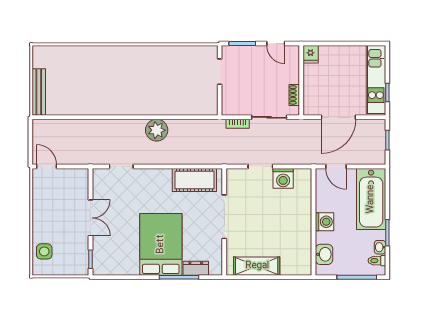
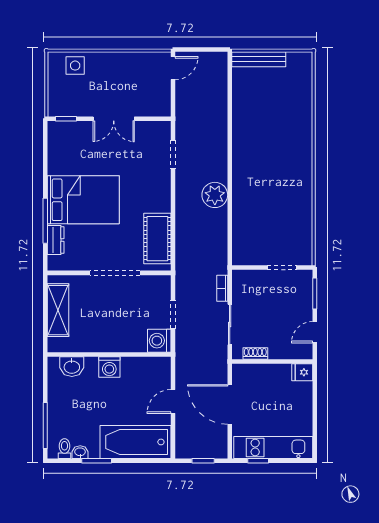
wall: (314, 222) -> (109, 354), moved
washing machine: (324, 222) -> (109, 367), moved
washbasin: (324, 254) -> (72, 367), moved

